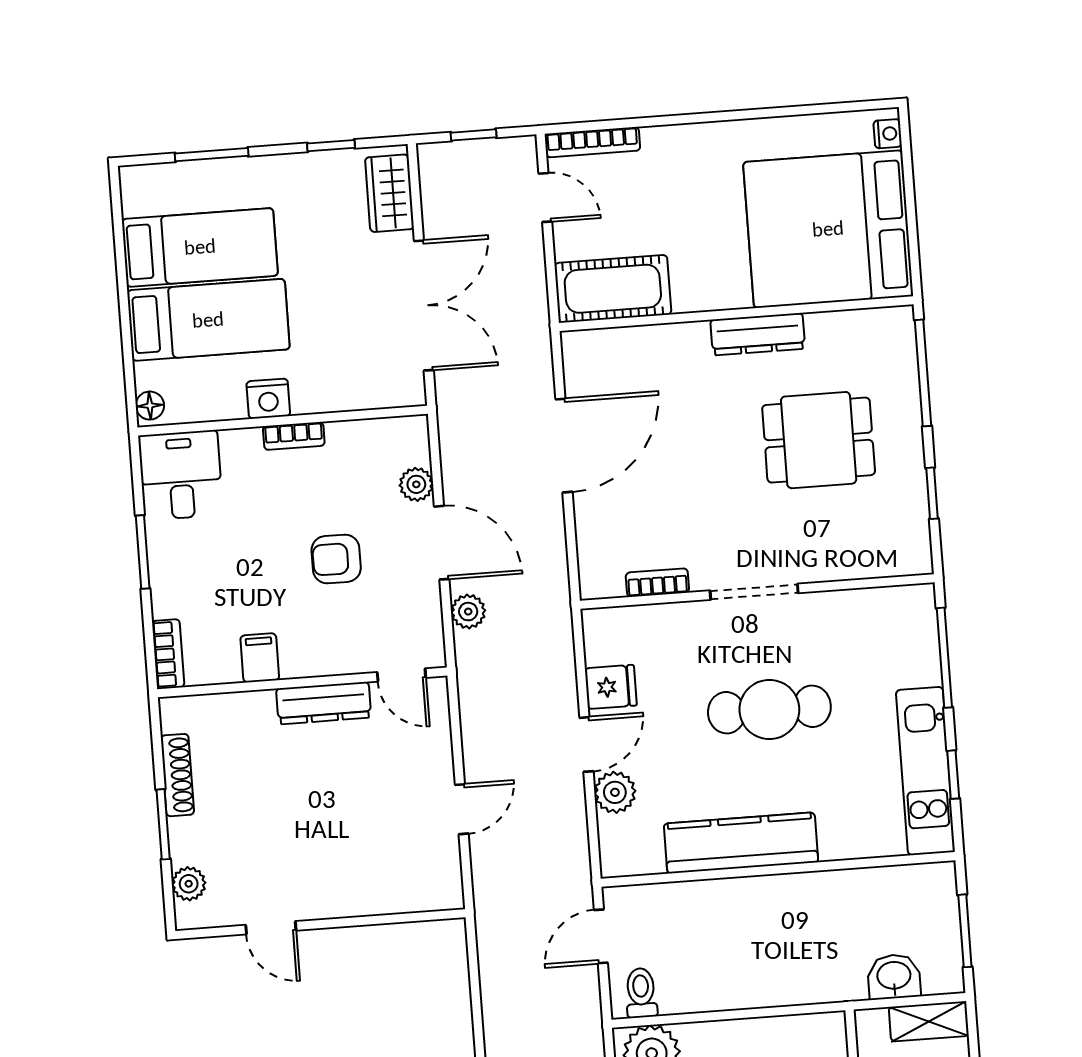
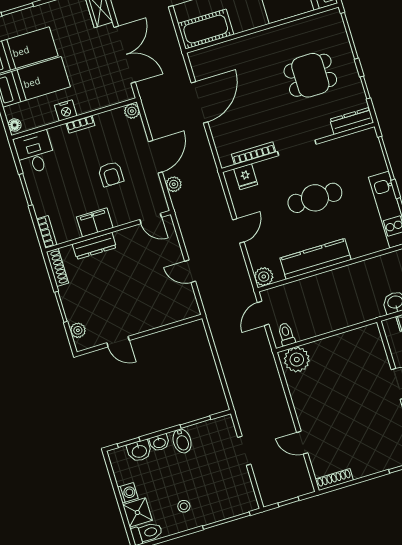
dresser: (758, 334) -> (352, 121), moved, turned 180
plant: (416, 484) -> (132, 111), moved
door: (442, 543) -> (155, 157), hinge flipped
armchair: (336, 559) -> (111, 174), turned -90
bookcase: (657, 583) -> (254, 153), width x1.56
filing cabinet: (260, 658) -> (95, 222), width x2.00
fridge: (611, 687) -> (246, 177), moved, turned 90
dresser: (324, 703) -> (94, 246), moved
shoe rack: (177, 775) -> (57, 267), moved
plant: (615, 792) -> (264, 277), moved
door: (462, 809) -> (190, 271), swing flipped

